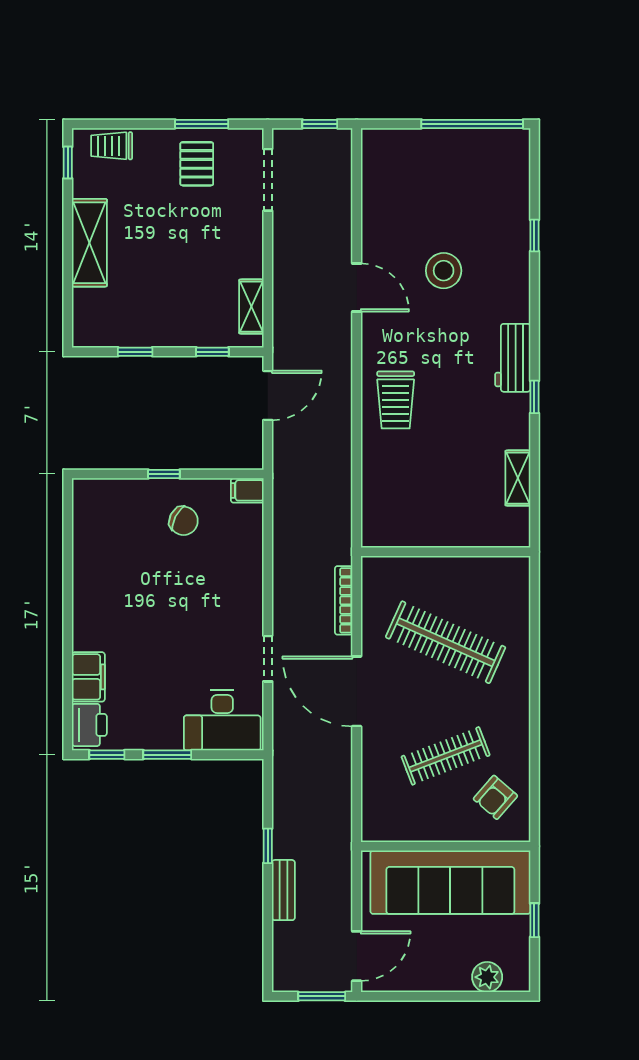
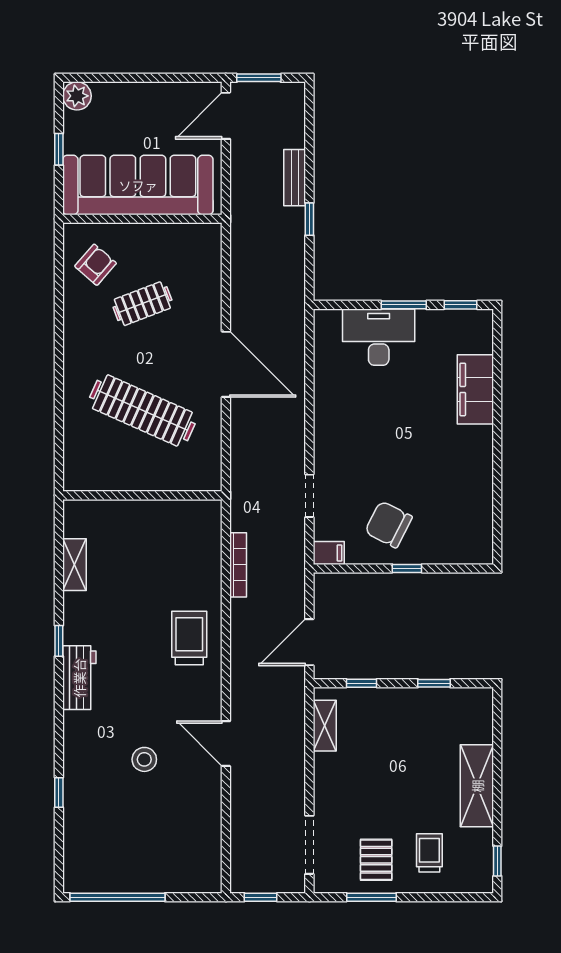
trolley: (112, 146) -> (429, 853), moved, turned -90
stool: (444, 271) -> (144, 759), width x0.73, depth x0.73
chair: (184, 521) -> (389, 524), width x1.37, depth x1.37
bookcase: (344, 600) -> (238, 565), moved
doorway: (268, 659) -> (309, 496), moved
filing cabinet: (88, 677) -> (475, 389), width x1.50, depth x1.17
desk: (222, 720) -> (379, 337), moved
printer: (89, 725) -> (477, 333), removed
clothes rail: (446, 756) -> (142, 304), width x0.73
plant: (487, 977) -> (77, 96), moved

